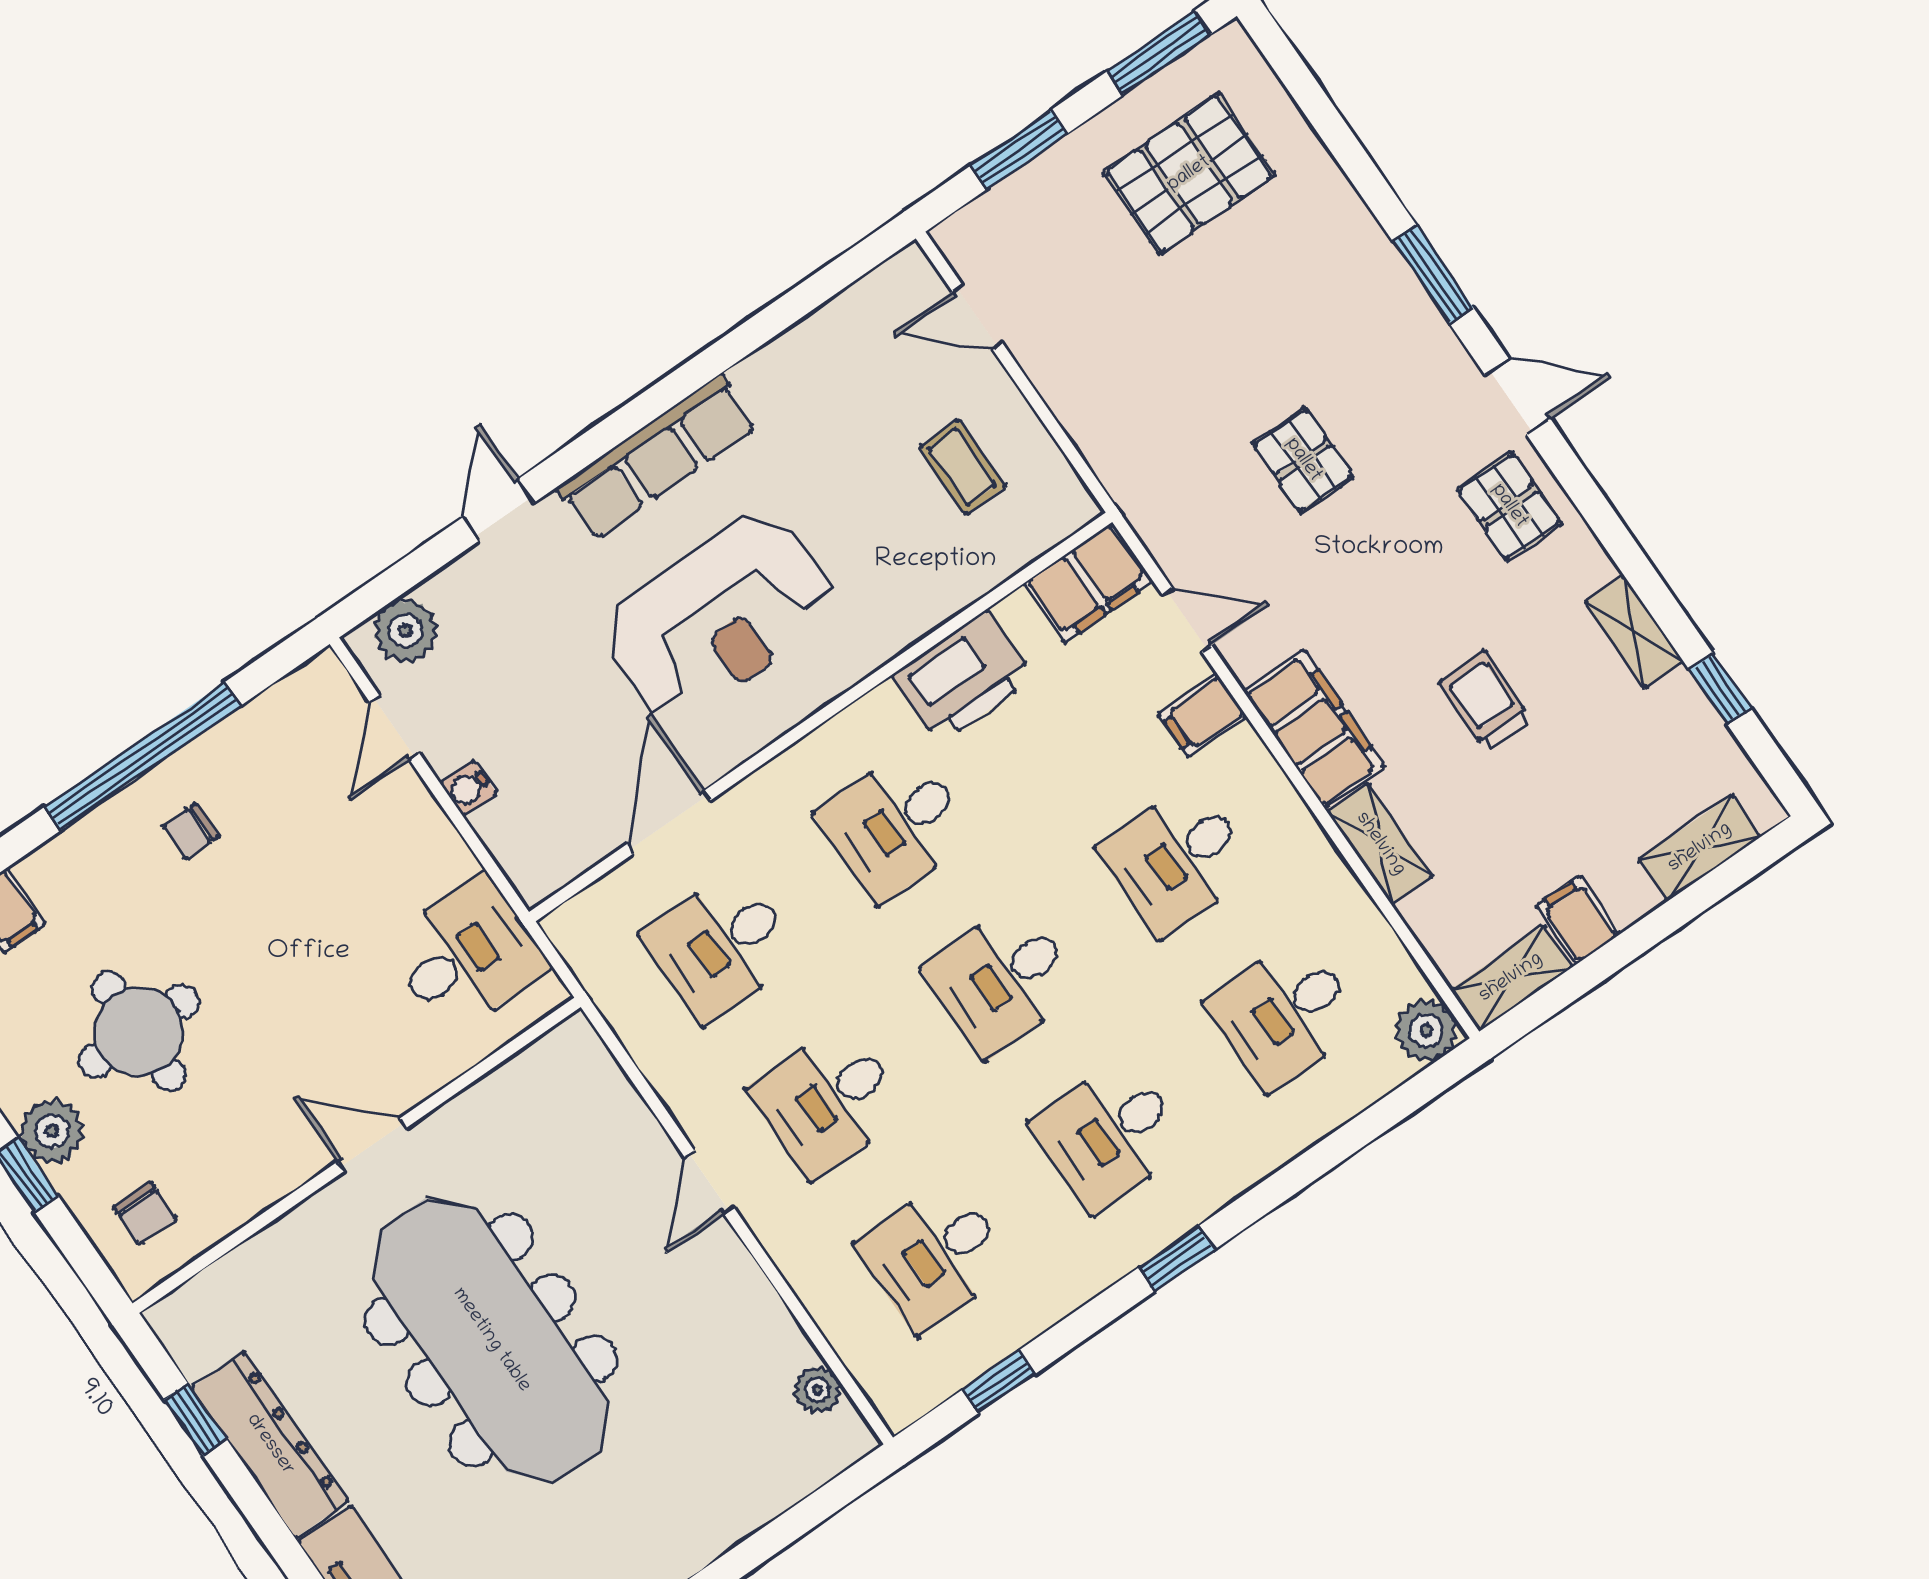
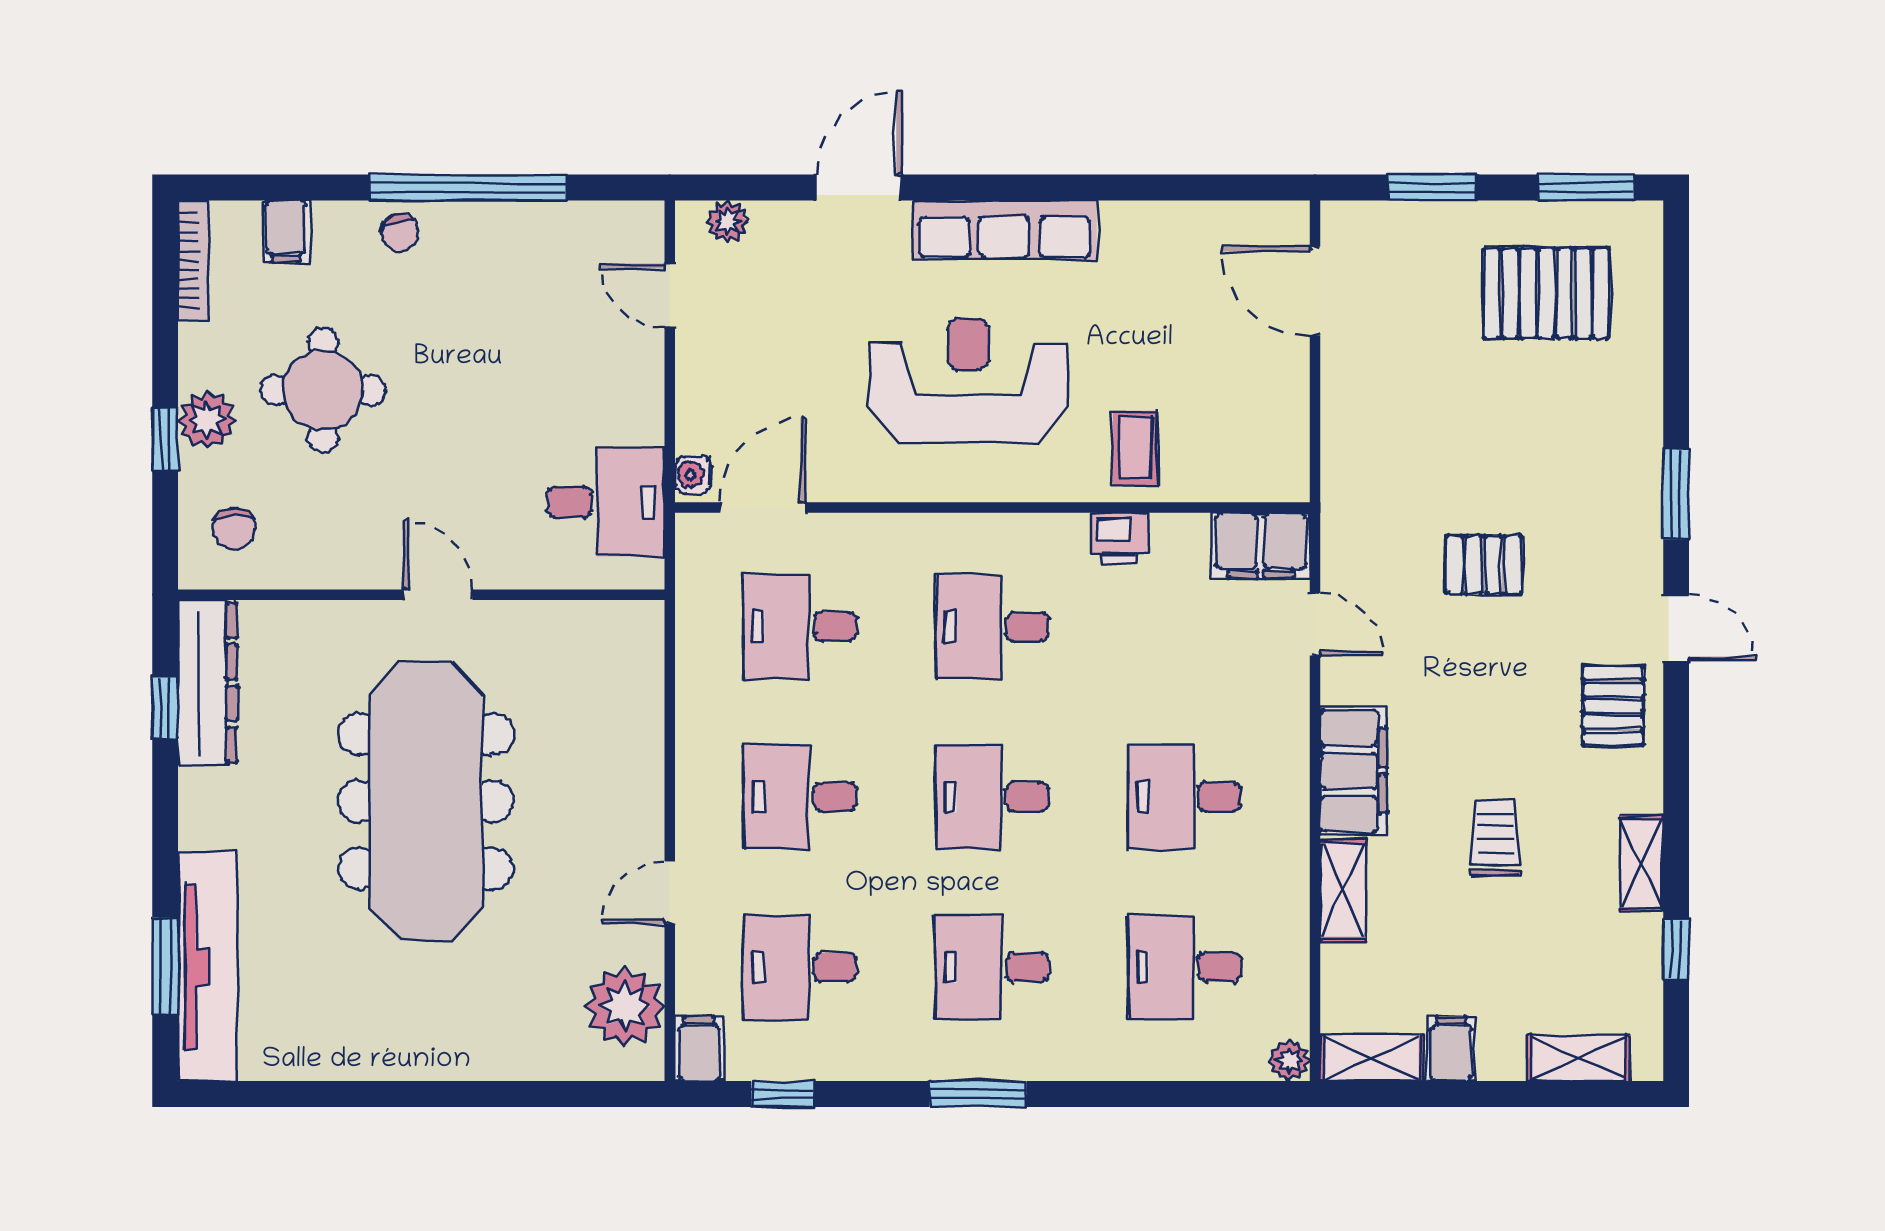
door: (978, 317) -> (1315, 291), width x1.38
pallet: (1303, 460) -> (1484, 565), turned 90
coffee table: (962, 467) -> (1135, 448), moved
door: (498, 510) -> (859, 187), width x1.38
reception desk: (719, 617) -> (968, 381), turned 180
plant: (405, 631) -> (728, 221), width x0.73, depth x0.73
printer: (963, 676) -> (1119, 538), width x0.53, depth x0.68
filing cabinet: (1203, 715) -> (699, 1049), moved, turned 90
door: (394, 727) -> (670, 296), hinge flipped
water cooler: (468, 788) -> (693, 475), moved
door: (669, 822) -> (763, 508), moved
chair: (191, 831) -> (400, 233), moved, turned -106
plant: (1426, 1030) -> (1289, 1061), width x0.73, depth x0.73
door: (709, 1182) -> (670, 893), moved
window: (1177, 1259) -> (978, 1094), width x1.50
plant: (817, 1390) -> (625, 1006), width x1.88, depth x1.88
dresser: (270, 1445) -> (207, 683), moved

